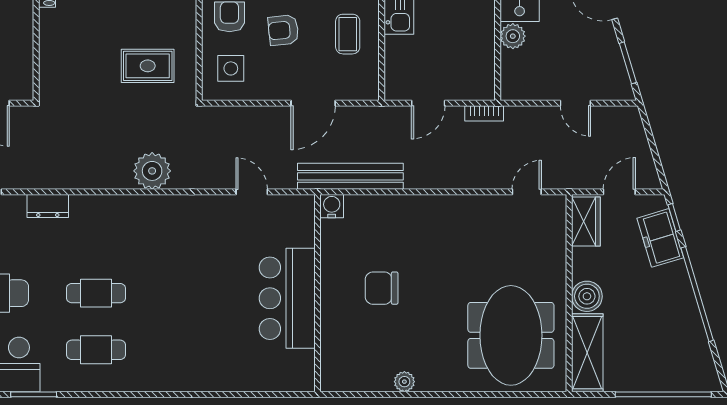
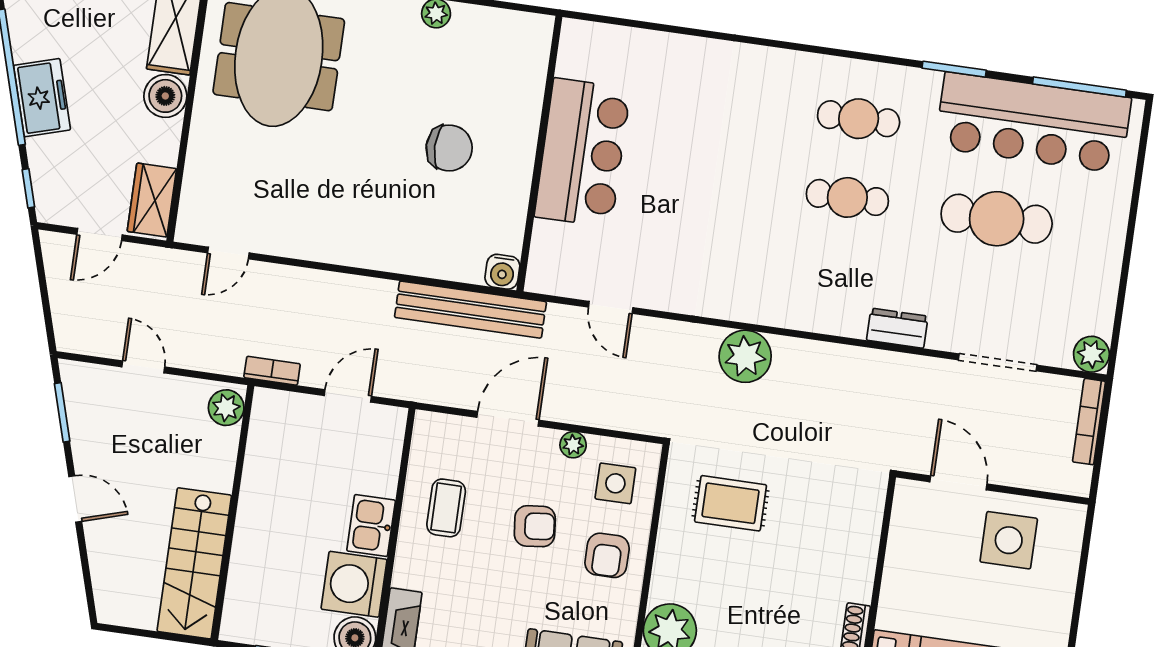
plant: (513, 36) -> (226, 408), moved
plant: (265, 91) -> (573, 445), added
freezer: (660, 238) -> (42, 98), moved

